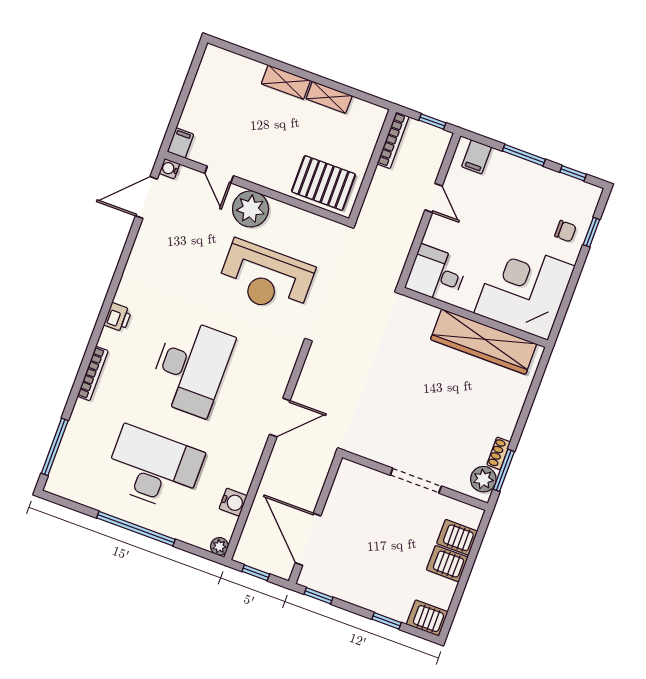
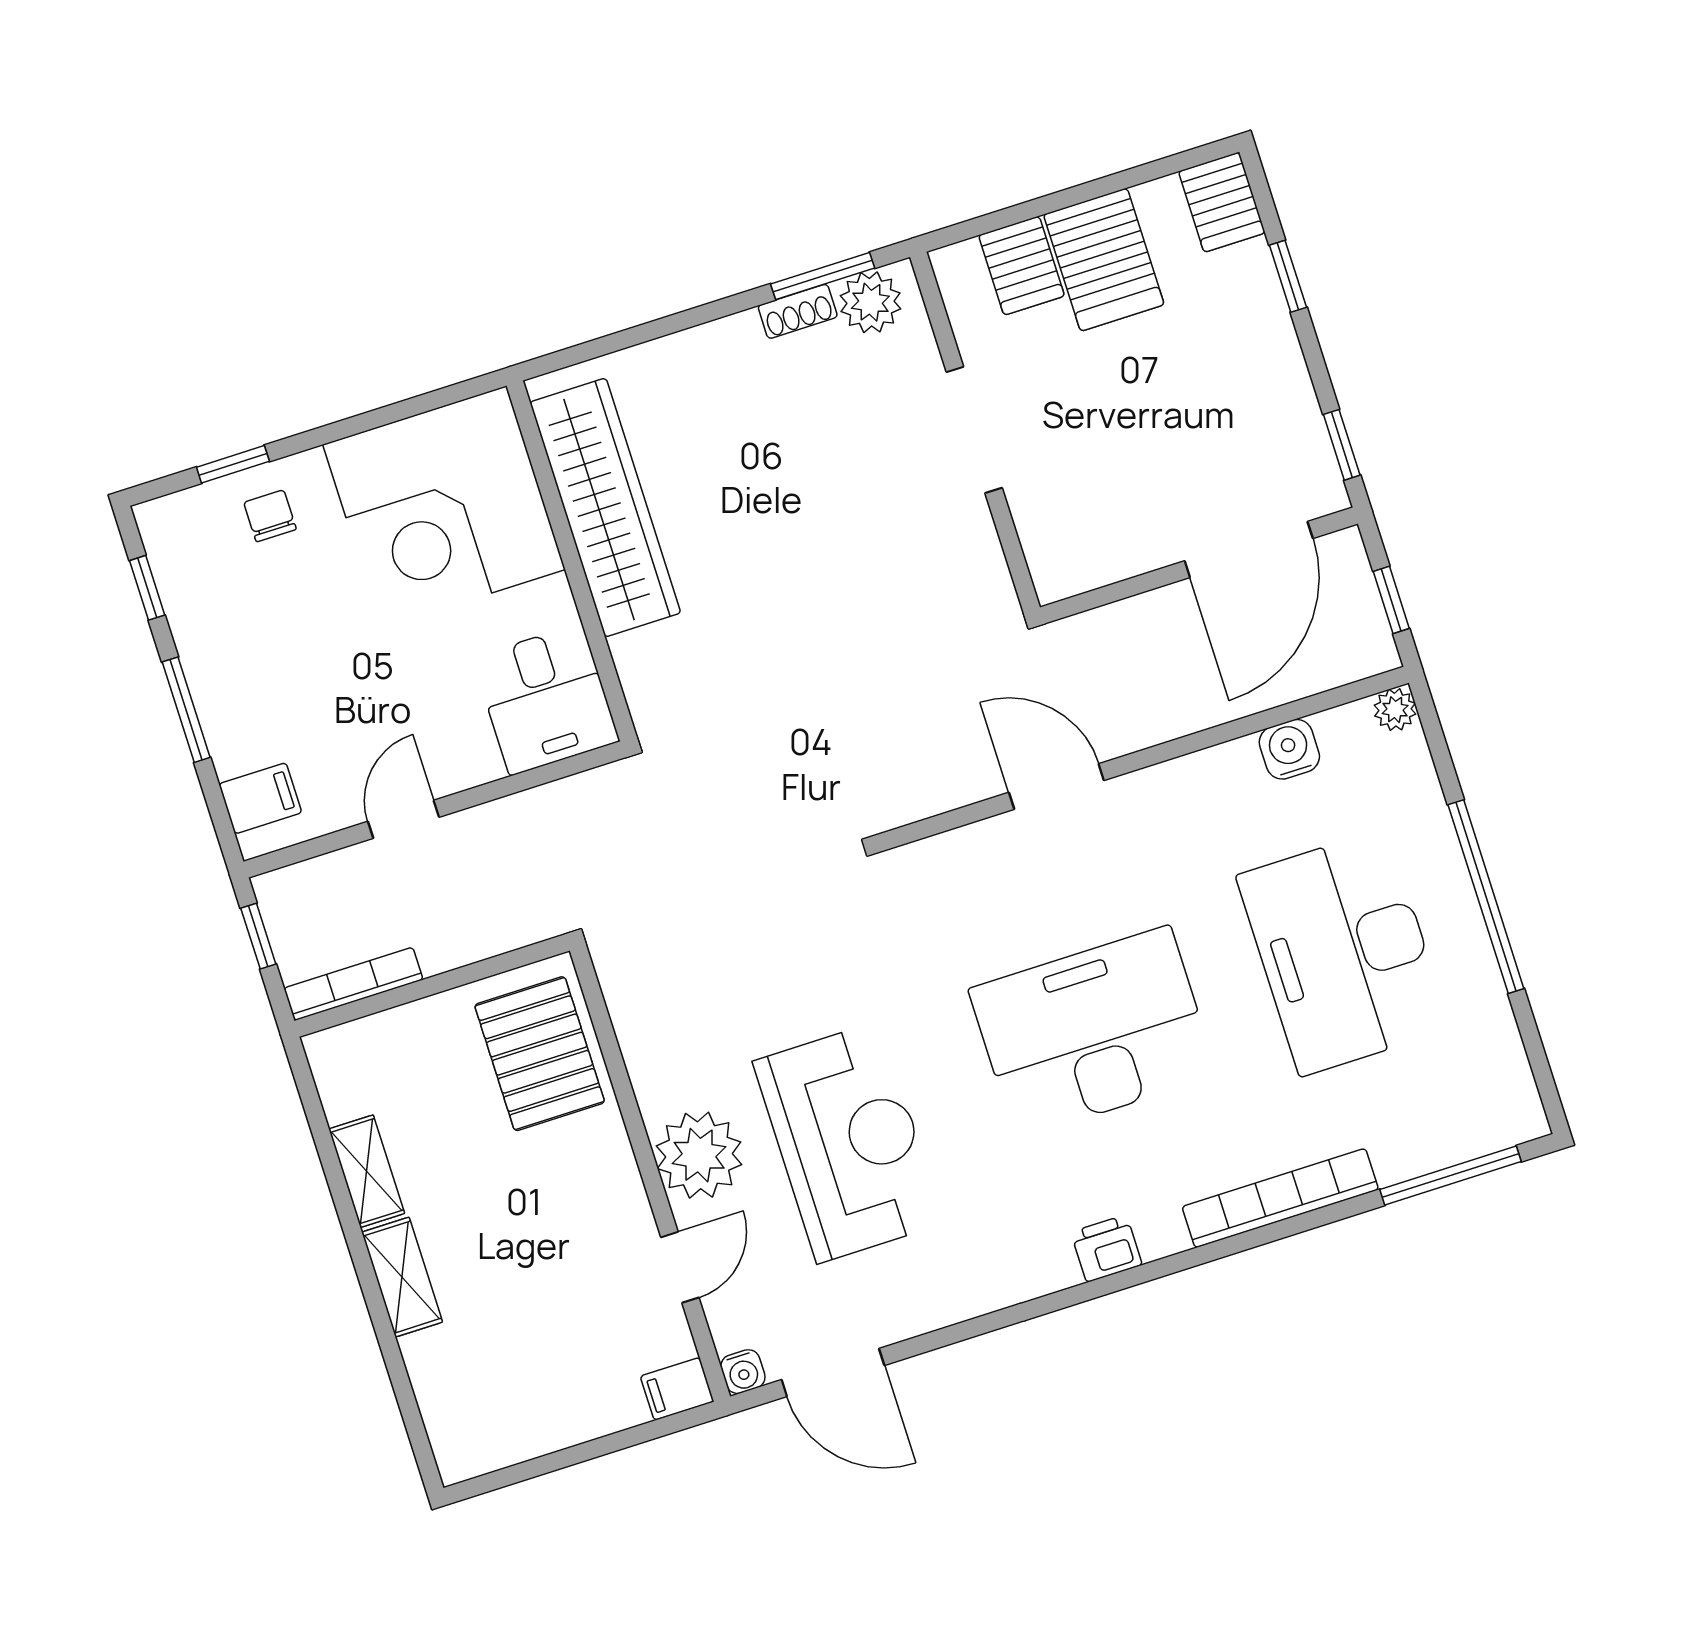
reception desk: (266, 278) -> (848, 1142), moved
bookcase: (93, 373) -> (1280, 1198), width x1.48, depth x1.31
server rack: (447, 564) -> (1104, 260), width x1.36, depth x1.44

